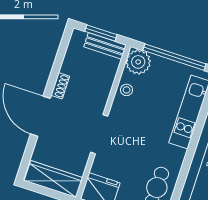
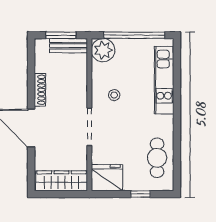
shoe rack: (60, 86) -> (40, 90), width x1.43
stool: (127, 90) -> (114, 95), moved

